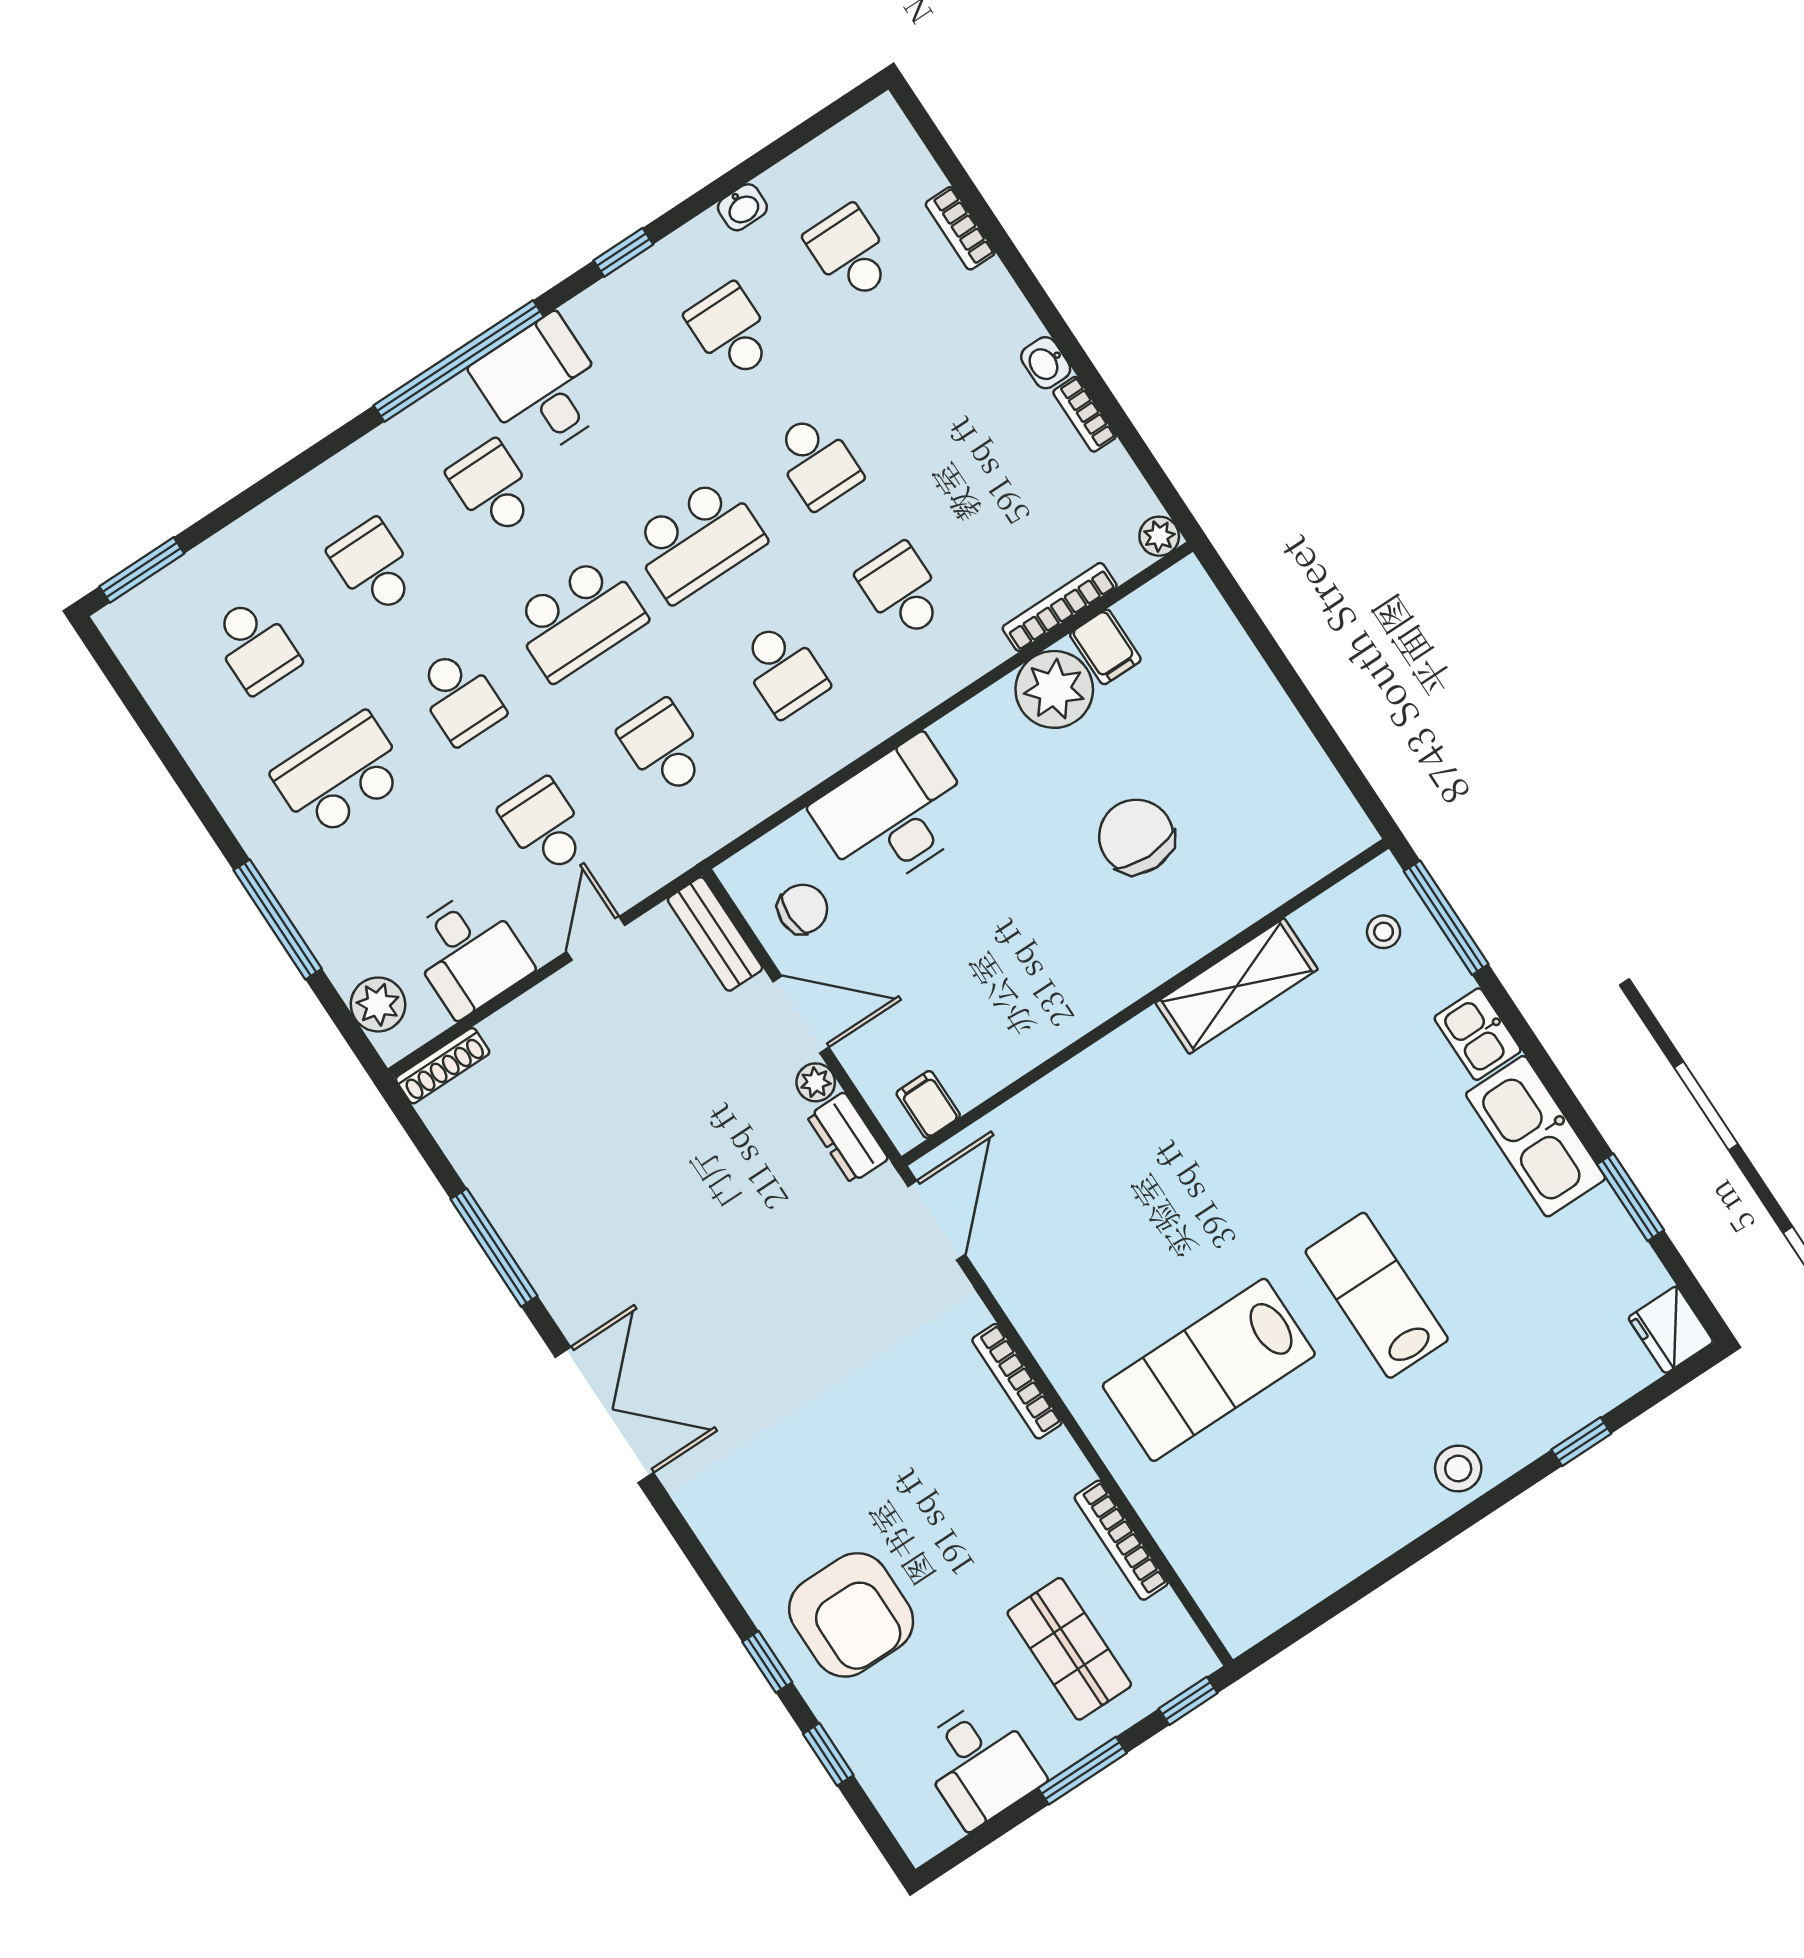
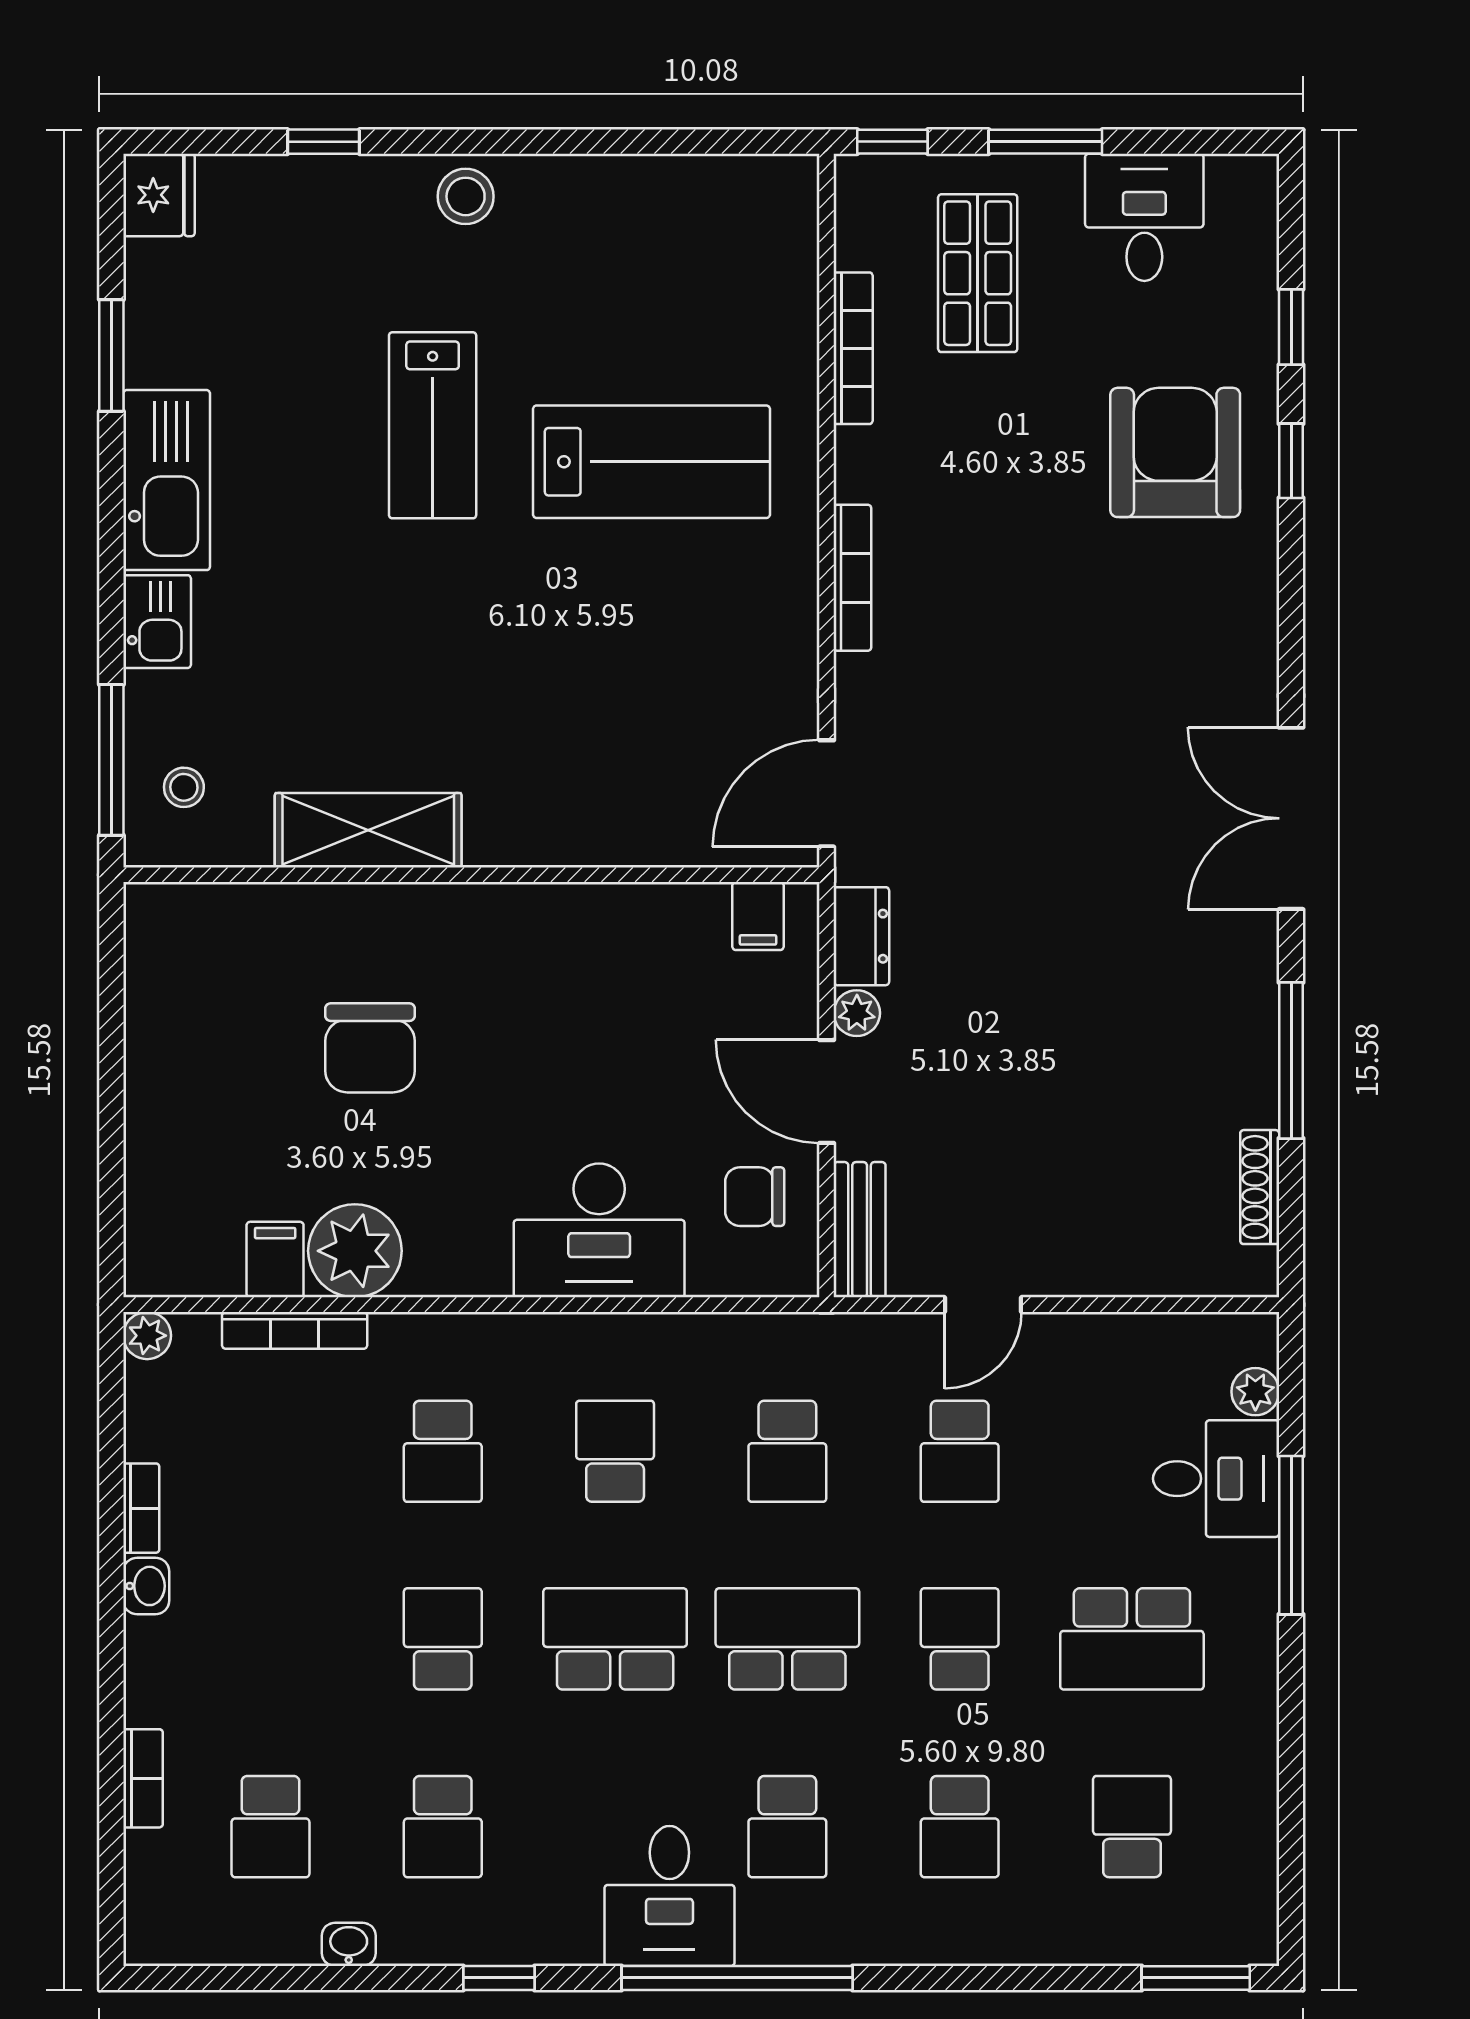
desk: (468, 953) -> (1216, 1479), moved, turned 90
plant: (378, 1004) -> (1255, 1392), width x0.73, depth x0.73
shoe rack: (443, 1066) -> (1260, 1187), moved, turned -90

